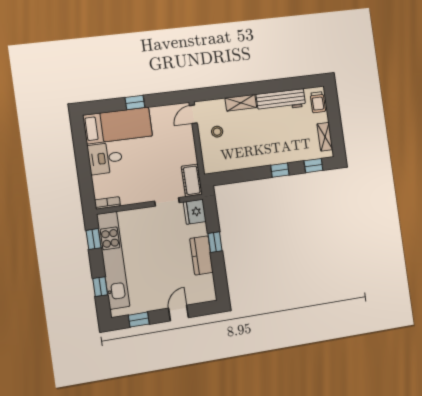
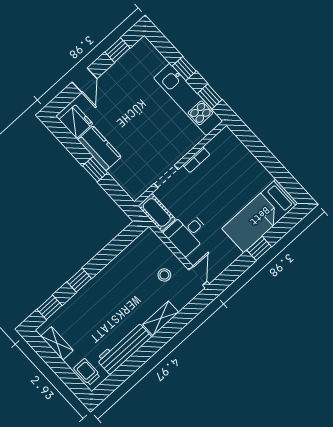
desk: (105, 158) -> (187, 233), moved, turned 180
bookcase: (107, 203) -> (196, 160), moved
fridge: (195, 212) -> (76, 122), moved
kitchen unit: (113, 260) -> (188, 99), width x0.73
window: (100, 287) -> (184, 69), moved

